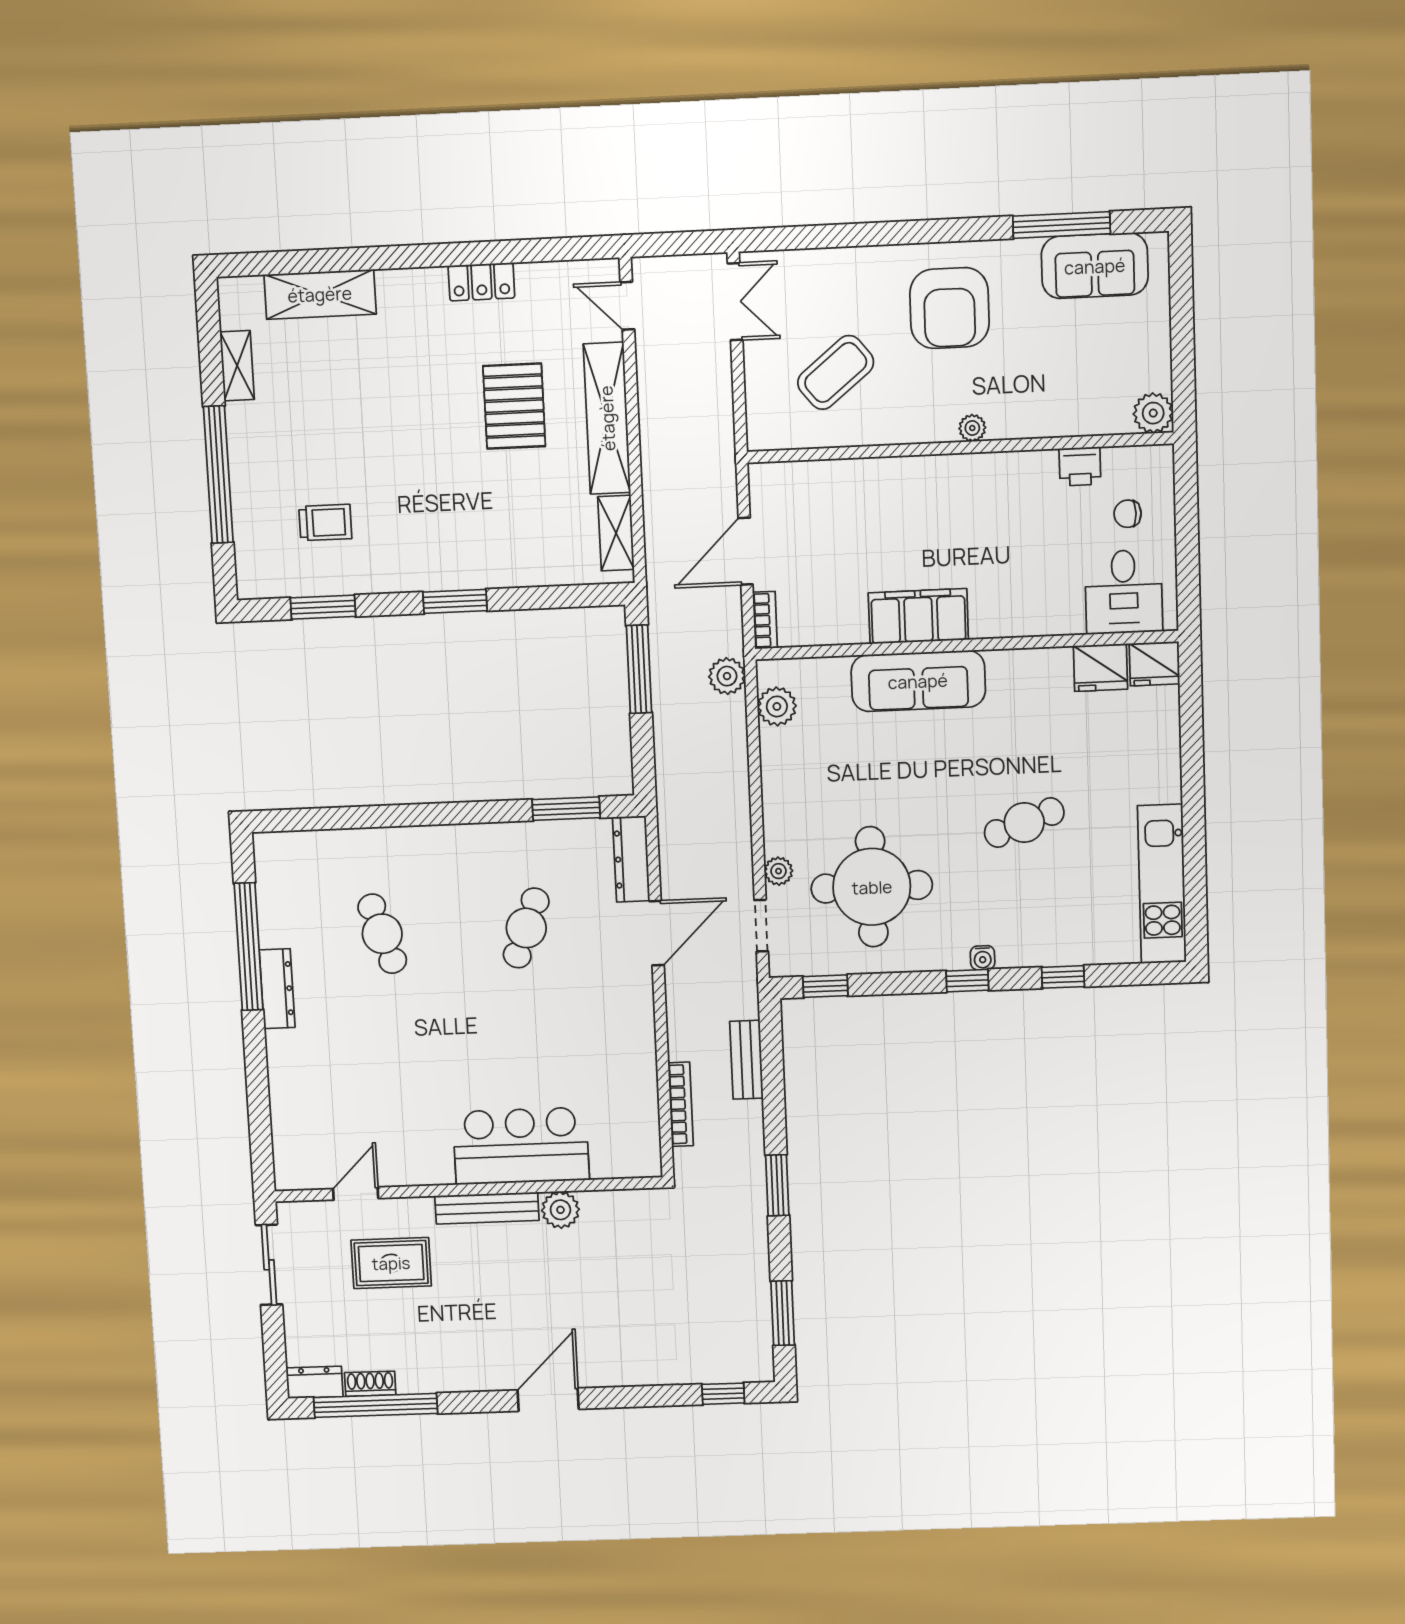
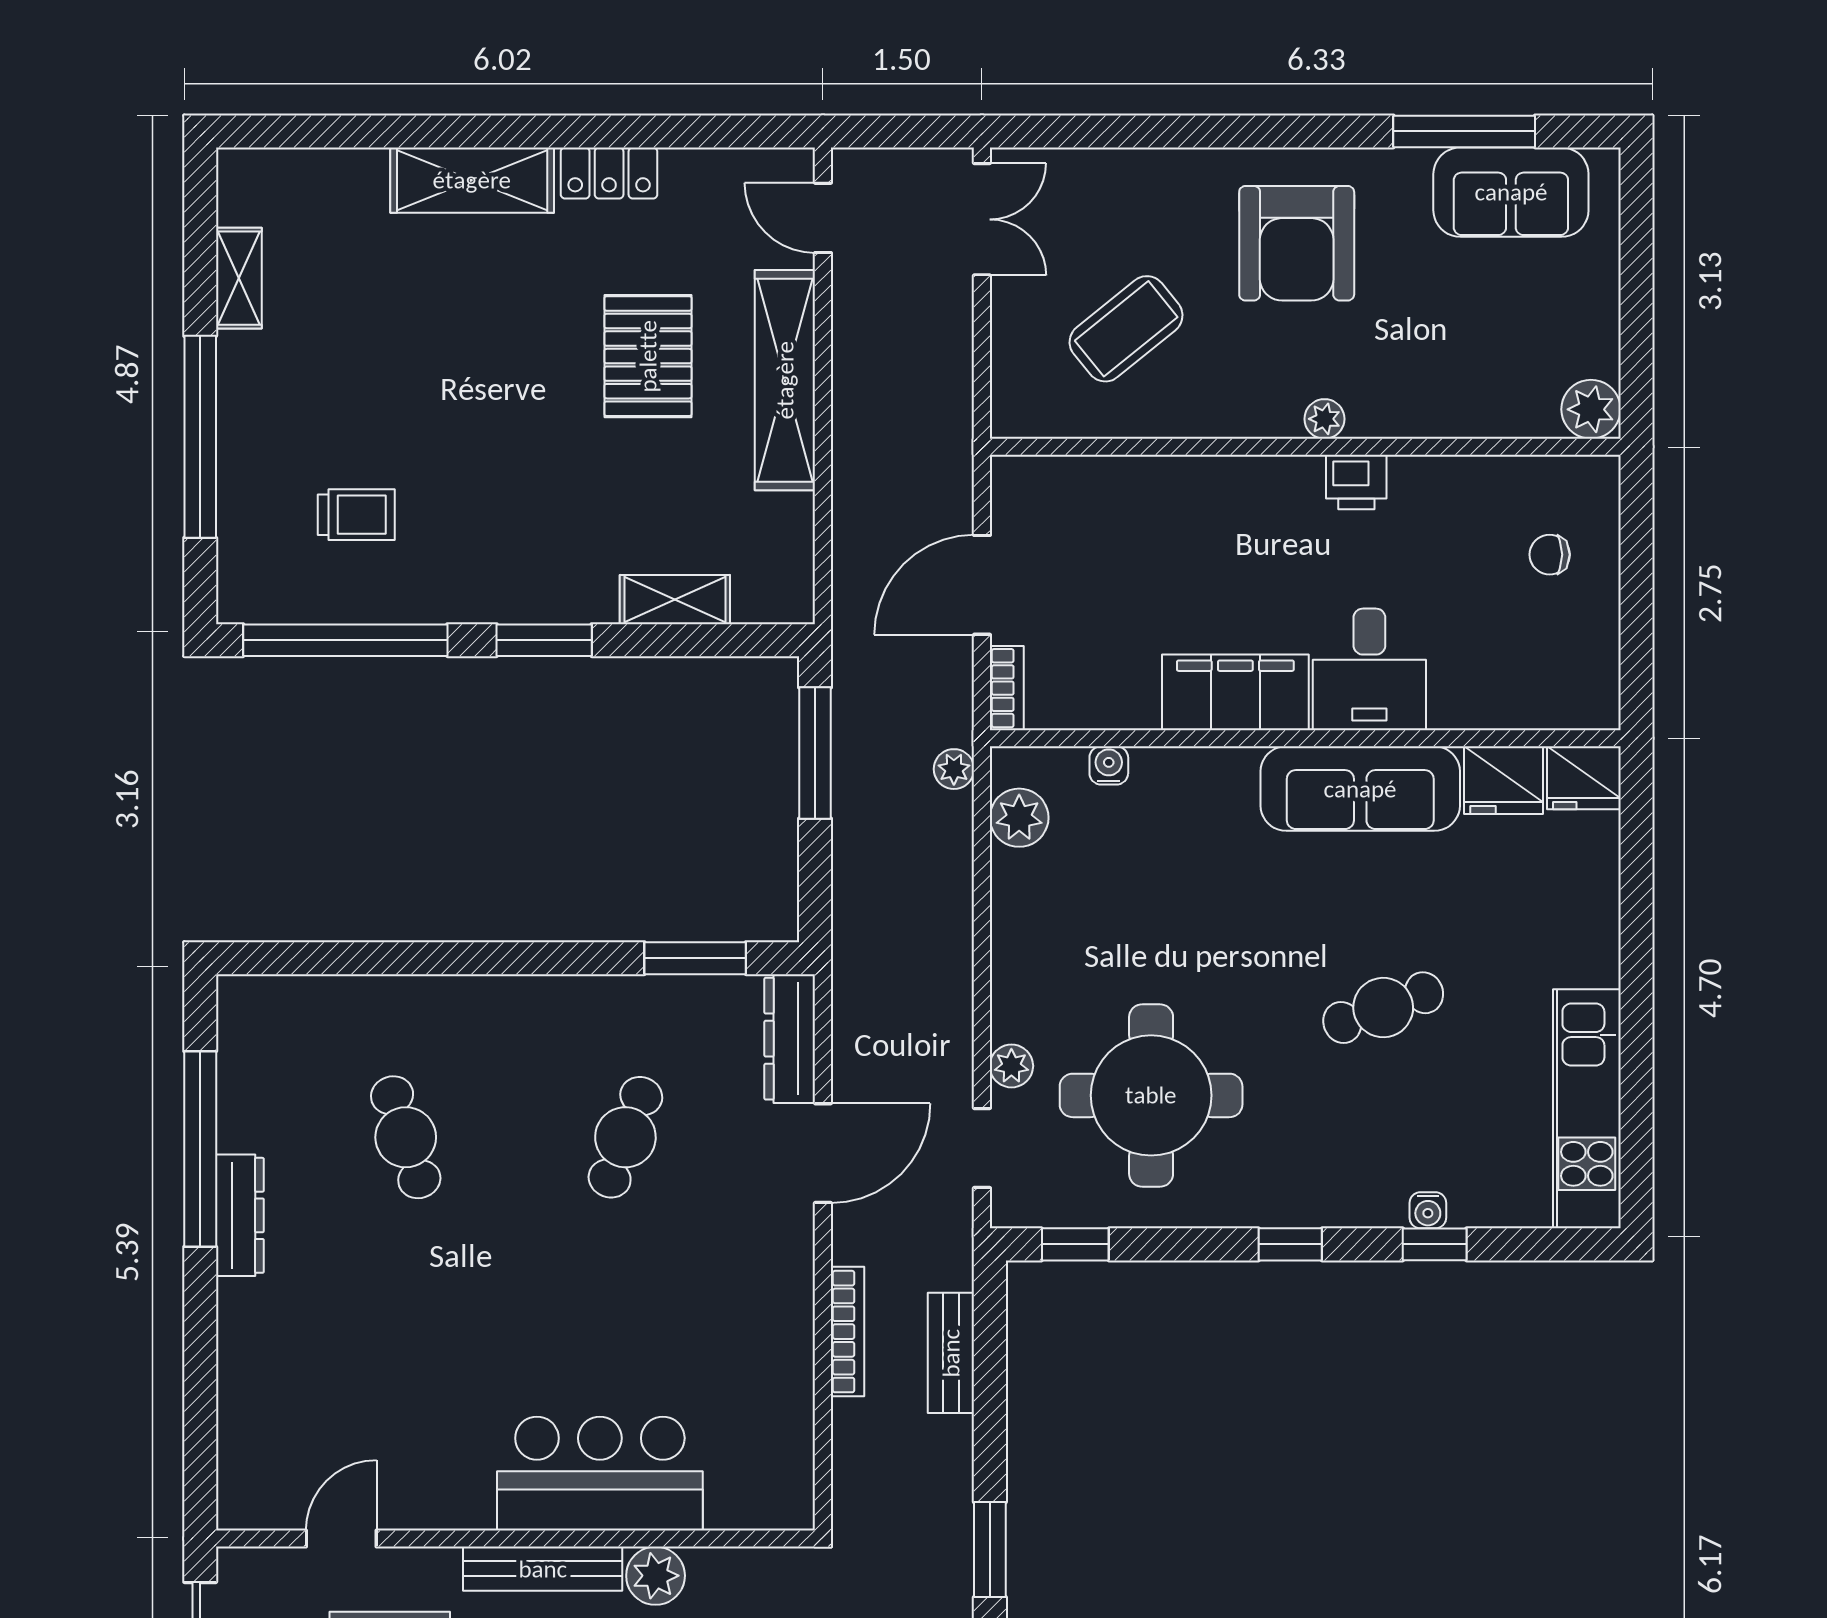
shelving: (320, 294) -> (472, 180), moved
printer: (1080, 466) -> (1356, 482), moved
shelving: (616, 533) -> (675, 600), moved, turned 90
desk: (1124, 592) -> (1369, 669), moved
window: (323, 607) -> (345, 640), width x2.11
water cooler: (835, 669) -> (1109, 765), added
plant: (727, 676) -> (954, 769), width x0.73, depth x0.73
sofa: (918, 681) -> (1360, 789), moved
water cooler: (983, 958) -> (1428, 1210), moved
bookcase: (681, 1104) -> (848, 1332), moved

